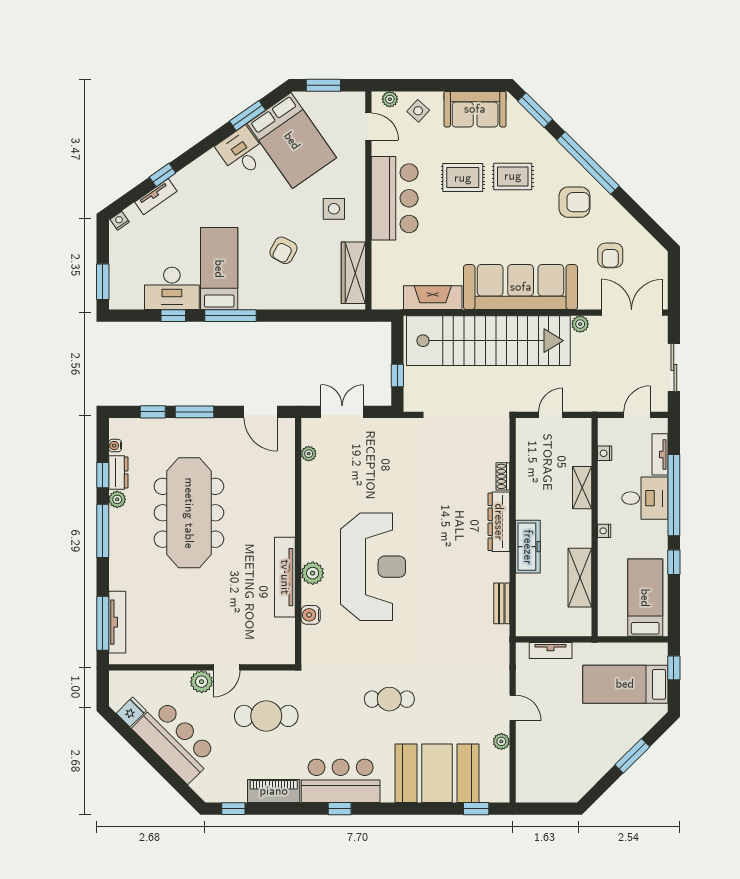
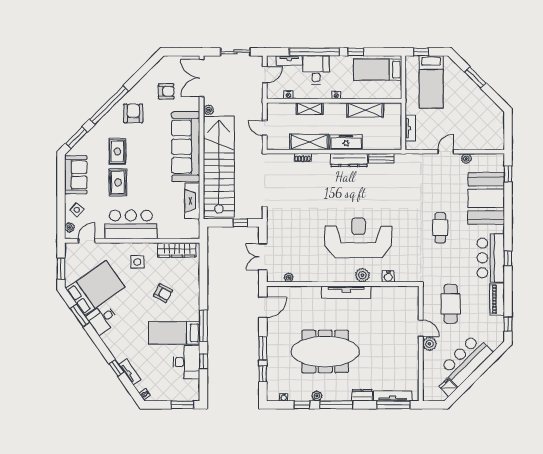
door: (637, 415) -> (265, 75), swing flipped
dresser: (118, 472) -> (362, 395), moved
shelving: (528, 487) -> (309, 142), added
dresser: (499, 522) -> (349, 160), moved
tv unit: (285, 577) -> (346, 292), moved

